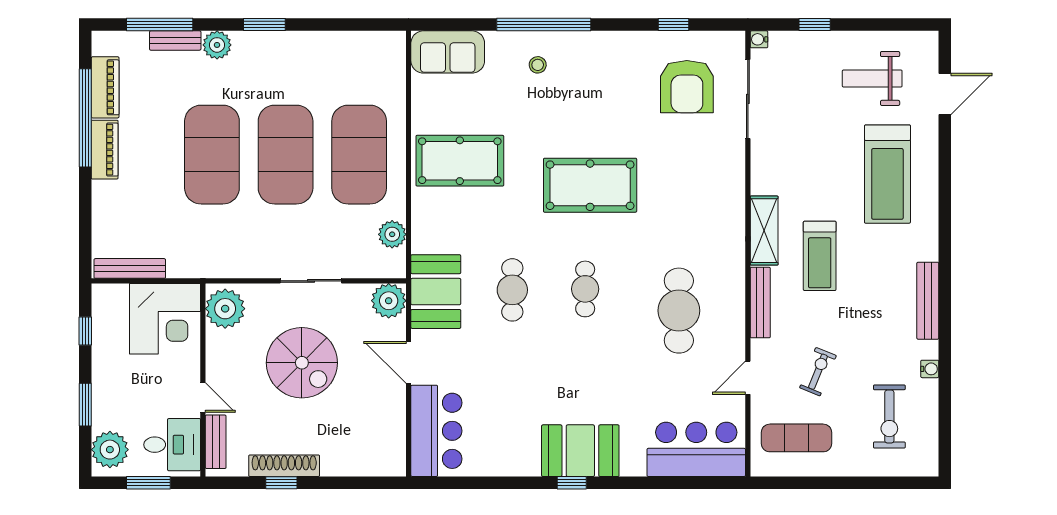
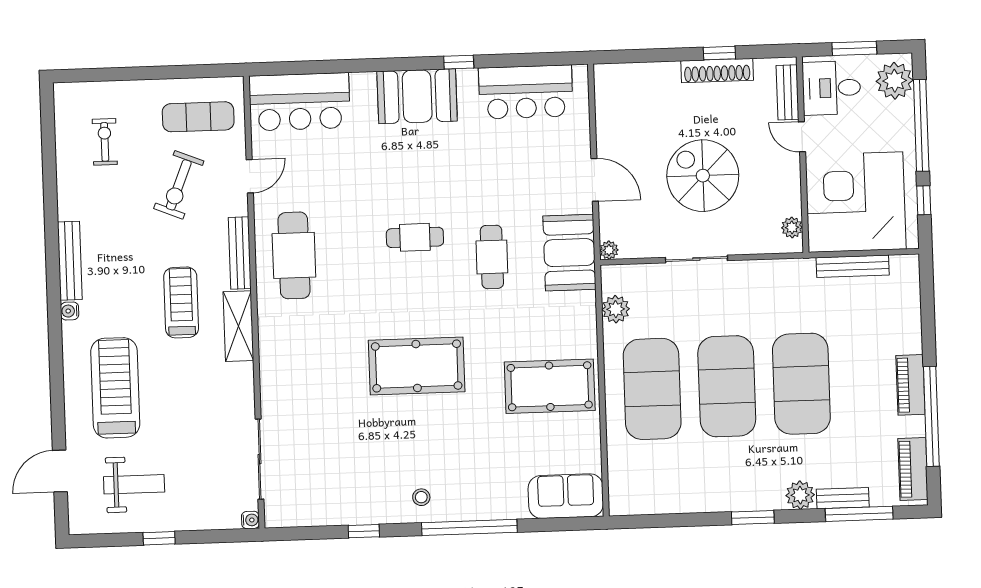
window: (673, 25) -> (364, 531), moved
window: (815, 25) -> (159, 538), moved
stool: (538, 65) -> (421, 497), moved
piano: (105, 87) -> (913, 469), moved
armchair: (687, 87) -> (322, 470), removed
bench: (130, 268) -> (853, 266), moved
cafe table: (585, 289) -> (415, 237), moved, turned 90
plant: (389, 301) -> (609, 250), width x0.53, depth x0.53
plant: (225, 309) -> (792, 227), width x0.53, depth x0.53
cafe table: (679, 311) -> (294, 255), moved
corner desk: (165, 319) -> (856, 202), width x1.36, depth x1.36
water cooler: (930, 369) -> (70, 311), moved
exercise bike: (818, 372) -> (179, 185), width x1.38, depth x1.39
window: (85, 405) -> (921, 125), width x2.11
exercise bike: (889, 417) -> (105, 142), width x0.73, depth x0.72
bar counter: (436, 431) -> (526, 92), moved, turned -90
window: (572, 483) -> (459, 62), moved

